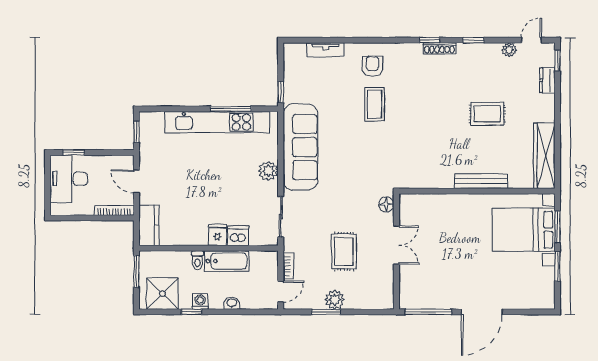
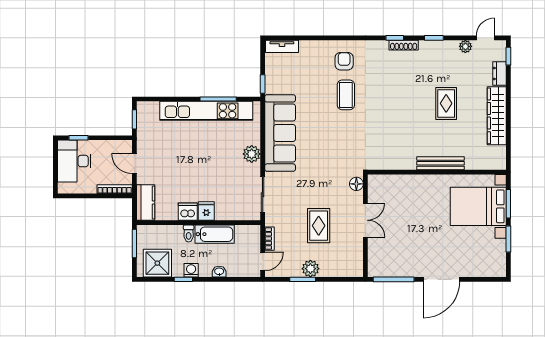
tv unit: (326, 50) -> (282, 46), moved
rug: (487, 114) -> (446, 103), turned 90
wardrobe: (544, 156) -> (497, 116), moved
dishwasher: (238, 236) -> (188, 212), moved

